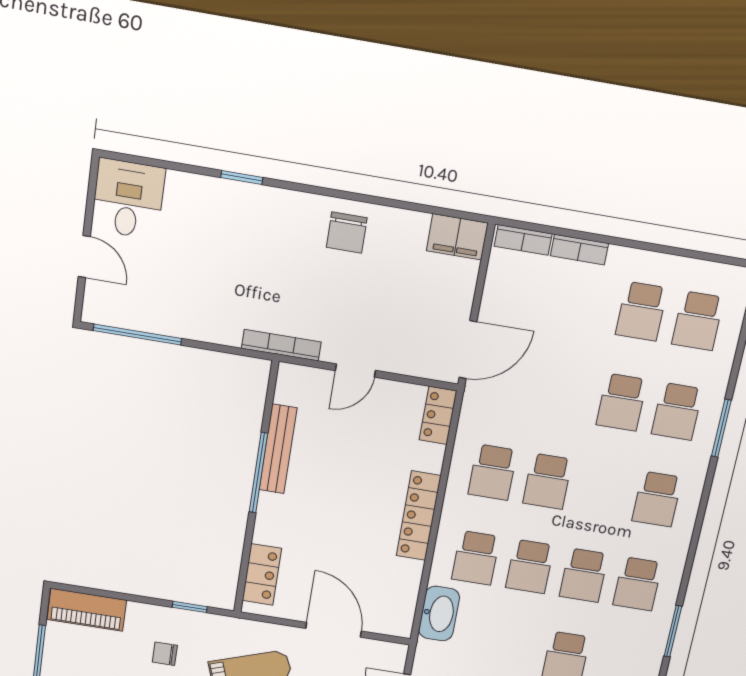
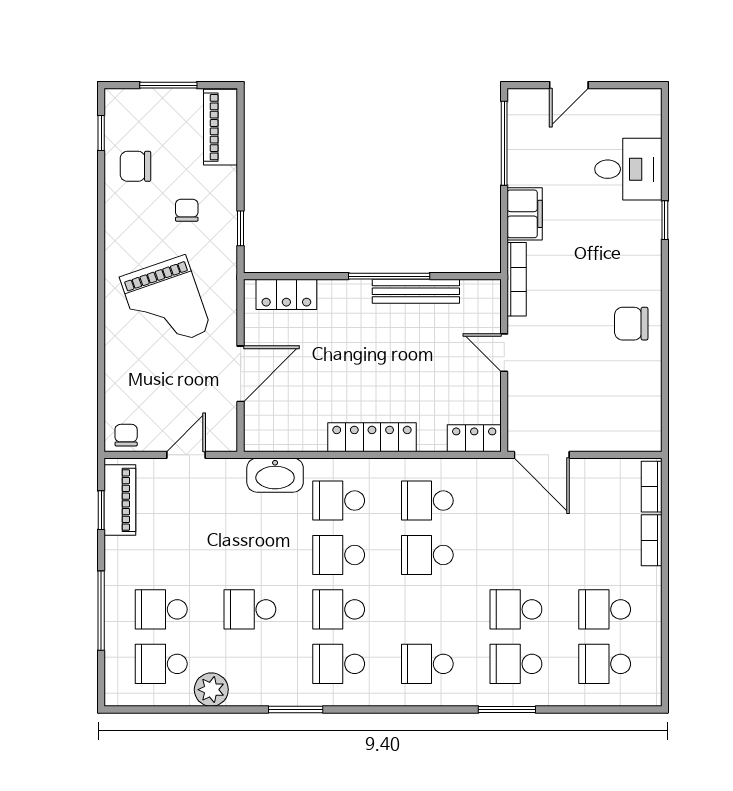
desk: (128, 199) -> (628, 169), moved
filing cabinet: (457, 237) -> (525, 214), moved, turned 180

